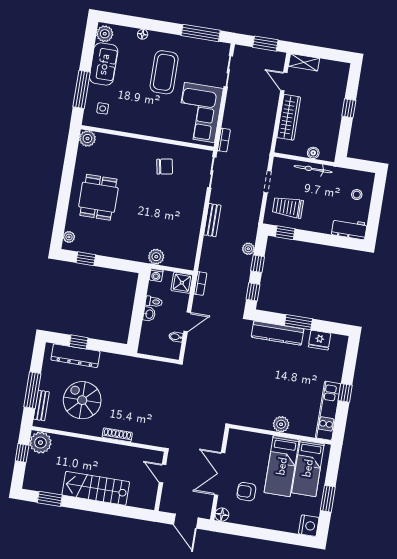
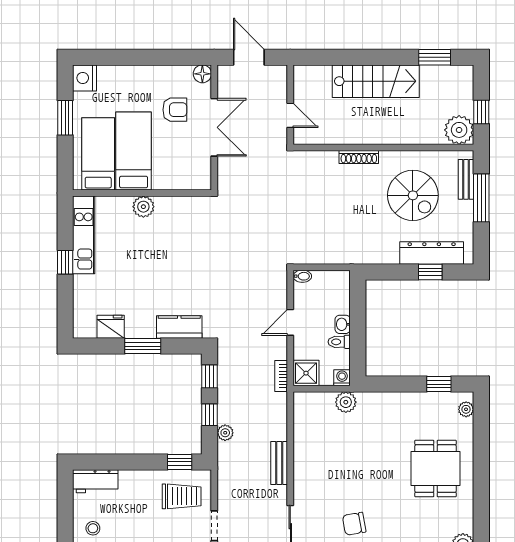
kitchen counter: (278, 333) -> (179, 327), width x0.67
bidet: (176, 337) -> (302, 276), moved

